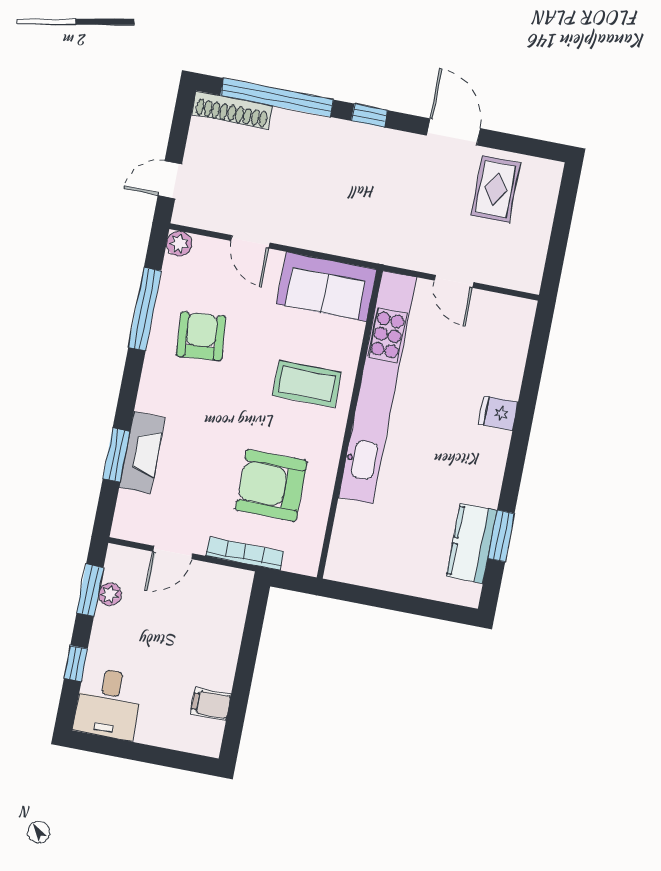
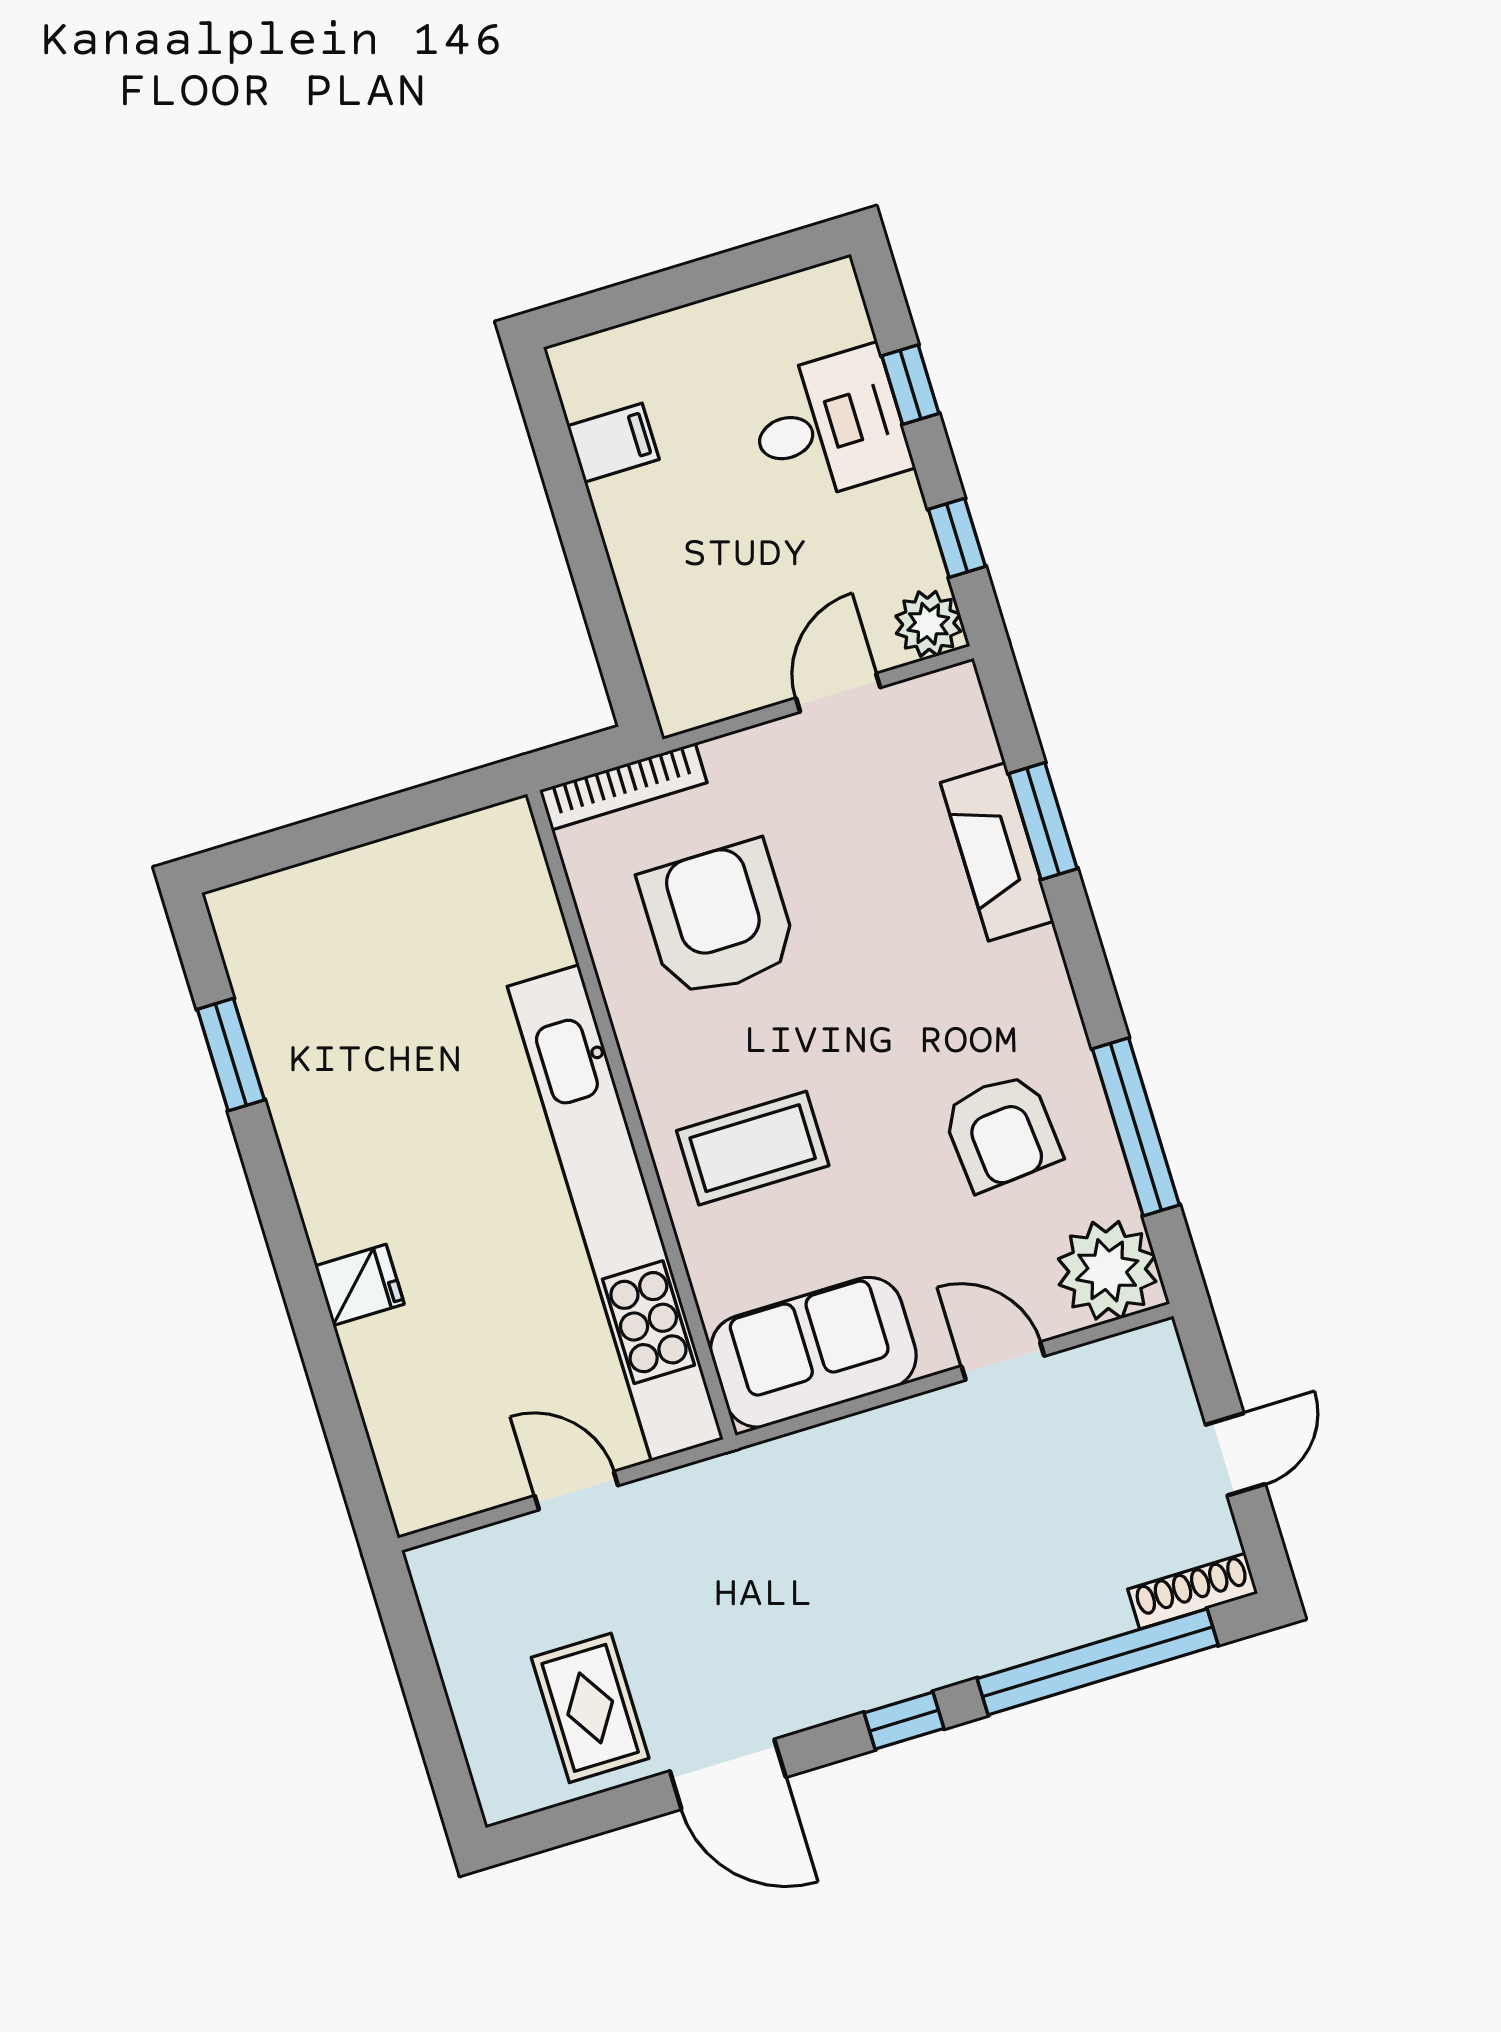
shoe rack: (232, 110) -> (1193, 1591), width x0.74, depth x0.81
door: (170, 180) -> (1235, 1454), moved
plant: (179, 244) -> (1107, 1270), width x1.88, depth x1.88
armchair: (271, 485) -> (718, 919), turned -90
kitchen counter: (472, 543) -> (279, 1011), removed
bookcase: (245, 554) -> (623, 786), moved
window: (90, 590) -> (957, 538), width x0.67
plant: (110, 594) -> (928, 624), moved, width x1.38, depth x1.38
desk: (108, 703) -> (828, 425), moved, turned 90

